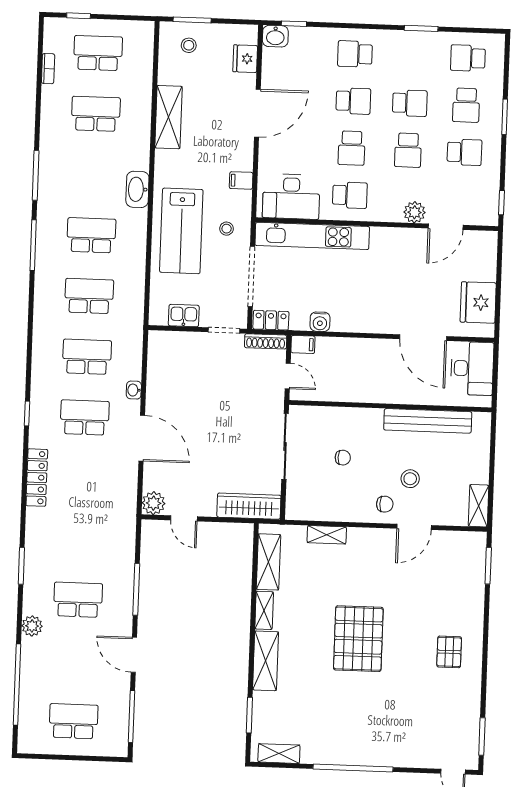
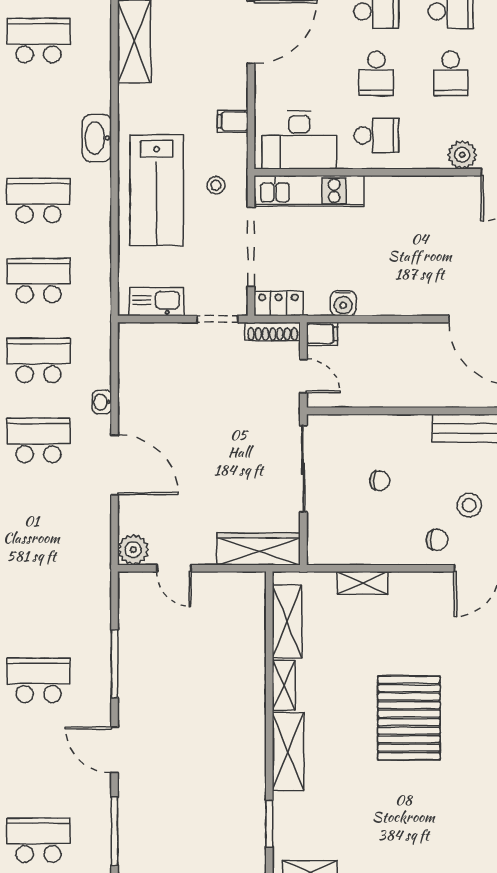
kitchen unit: (312, 236) -> (309, 191), width x0.73
kitchen sink: (184, 316) -> (156, 302), width x1.38

